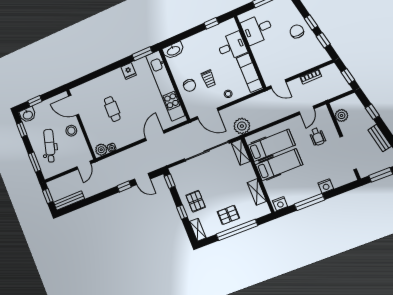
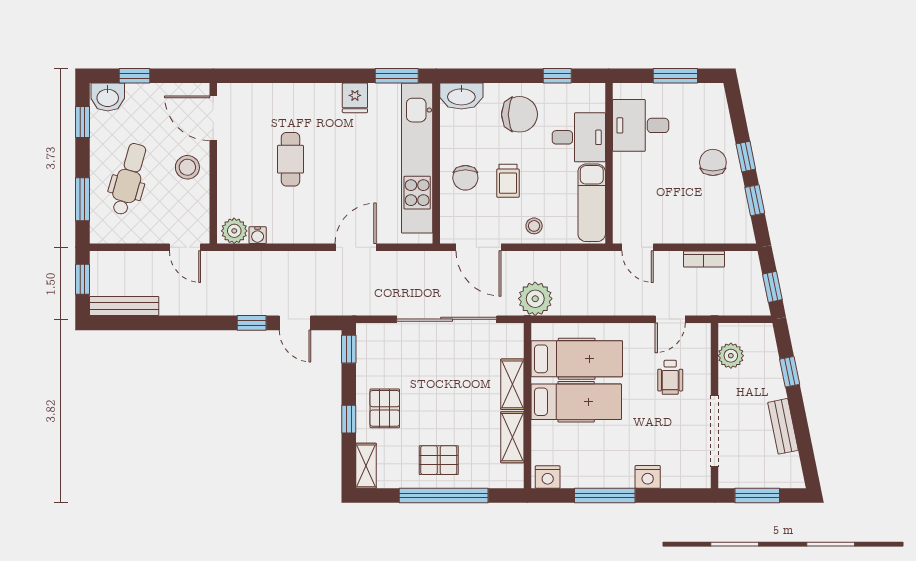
chair: (202, 47) -> (519, 114), added
shelving: (241, 152) -> (512, 384), moved
door: (84, 165) -> (185, 247), hinge flipped

